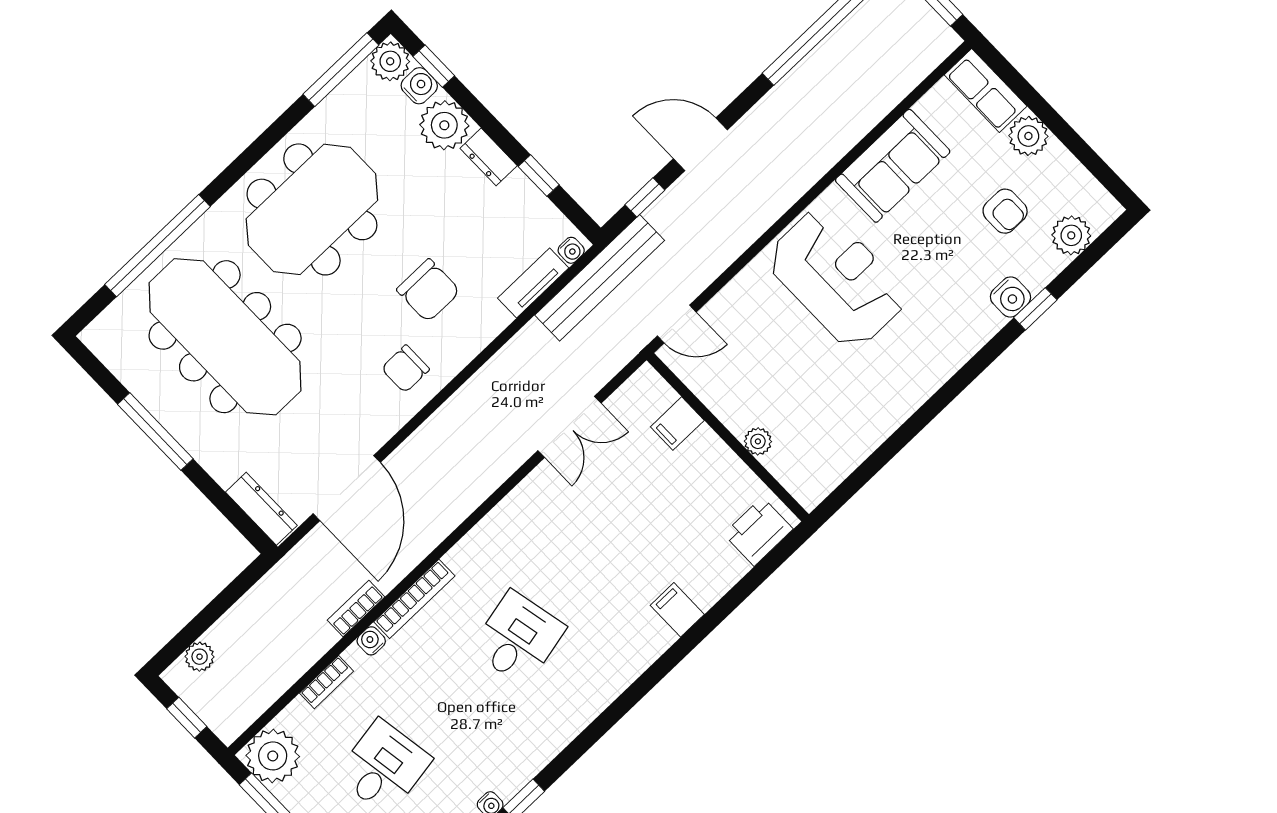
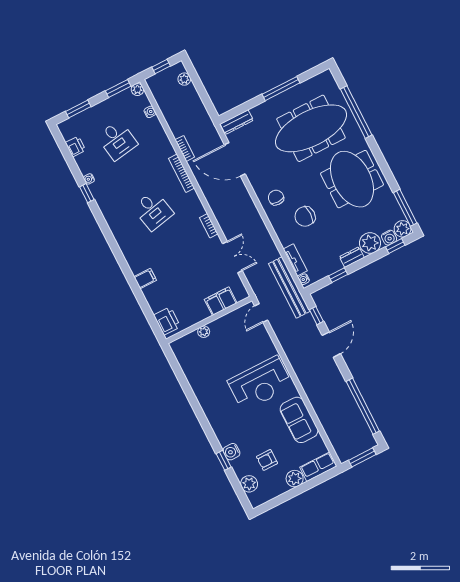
filing cabinet: (677, 424) -> (221, 301), width x2.00
double door: (570, 427) -> (232, 257), swing flipped
water cooler: (371, 641) -> (150, 112), moved
bookcase: (327, 682) -> (209, 226), moved
plant: (273, 756) -> (137, 90), width x0.53, depth x0.53

